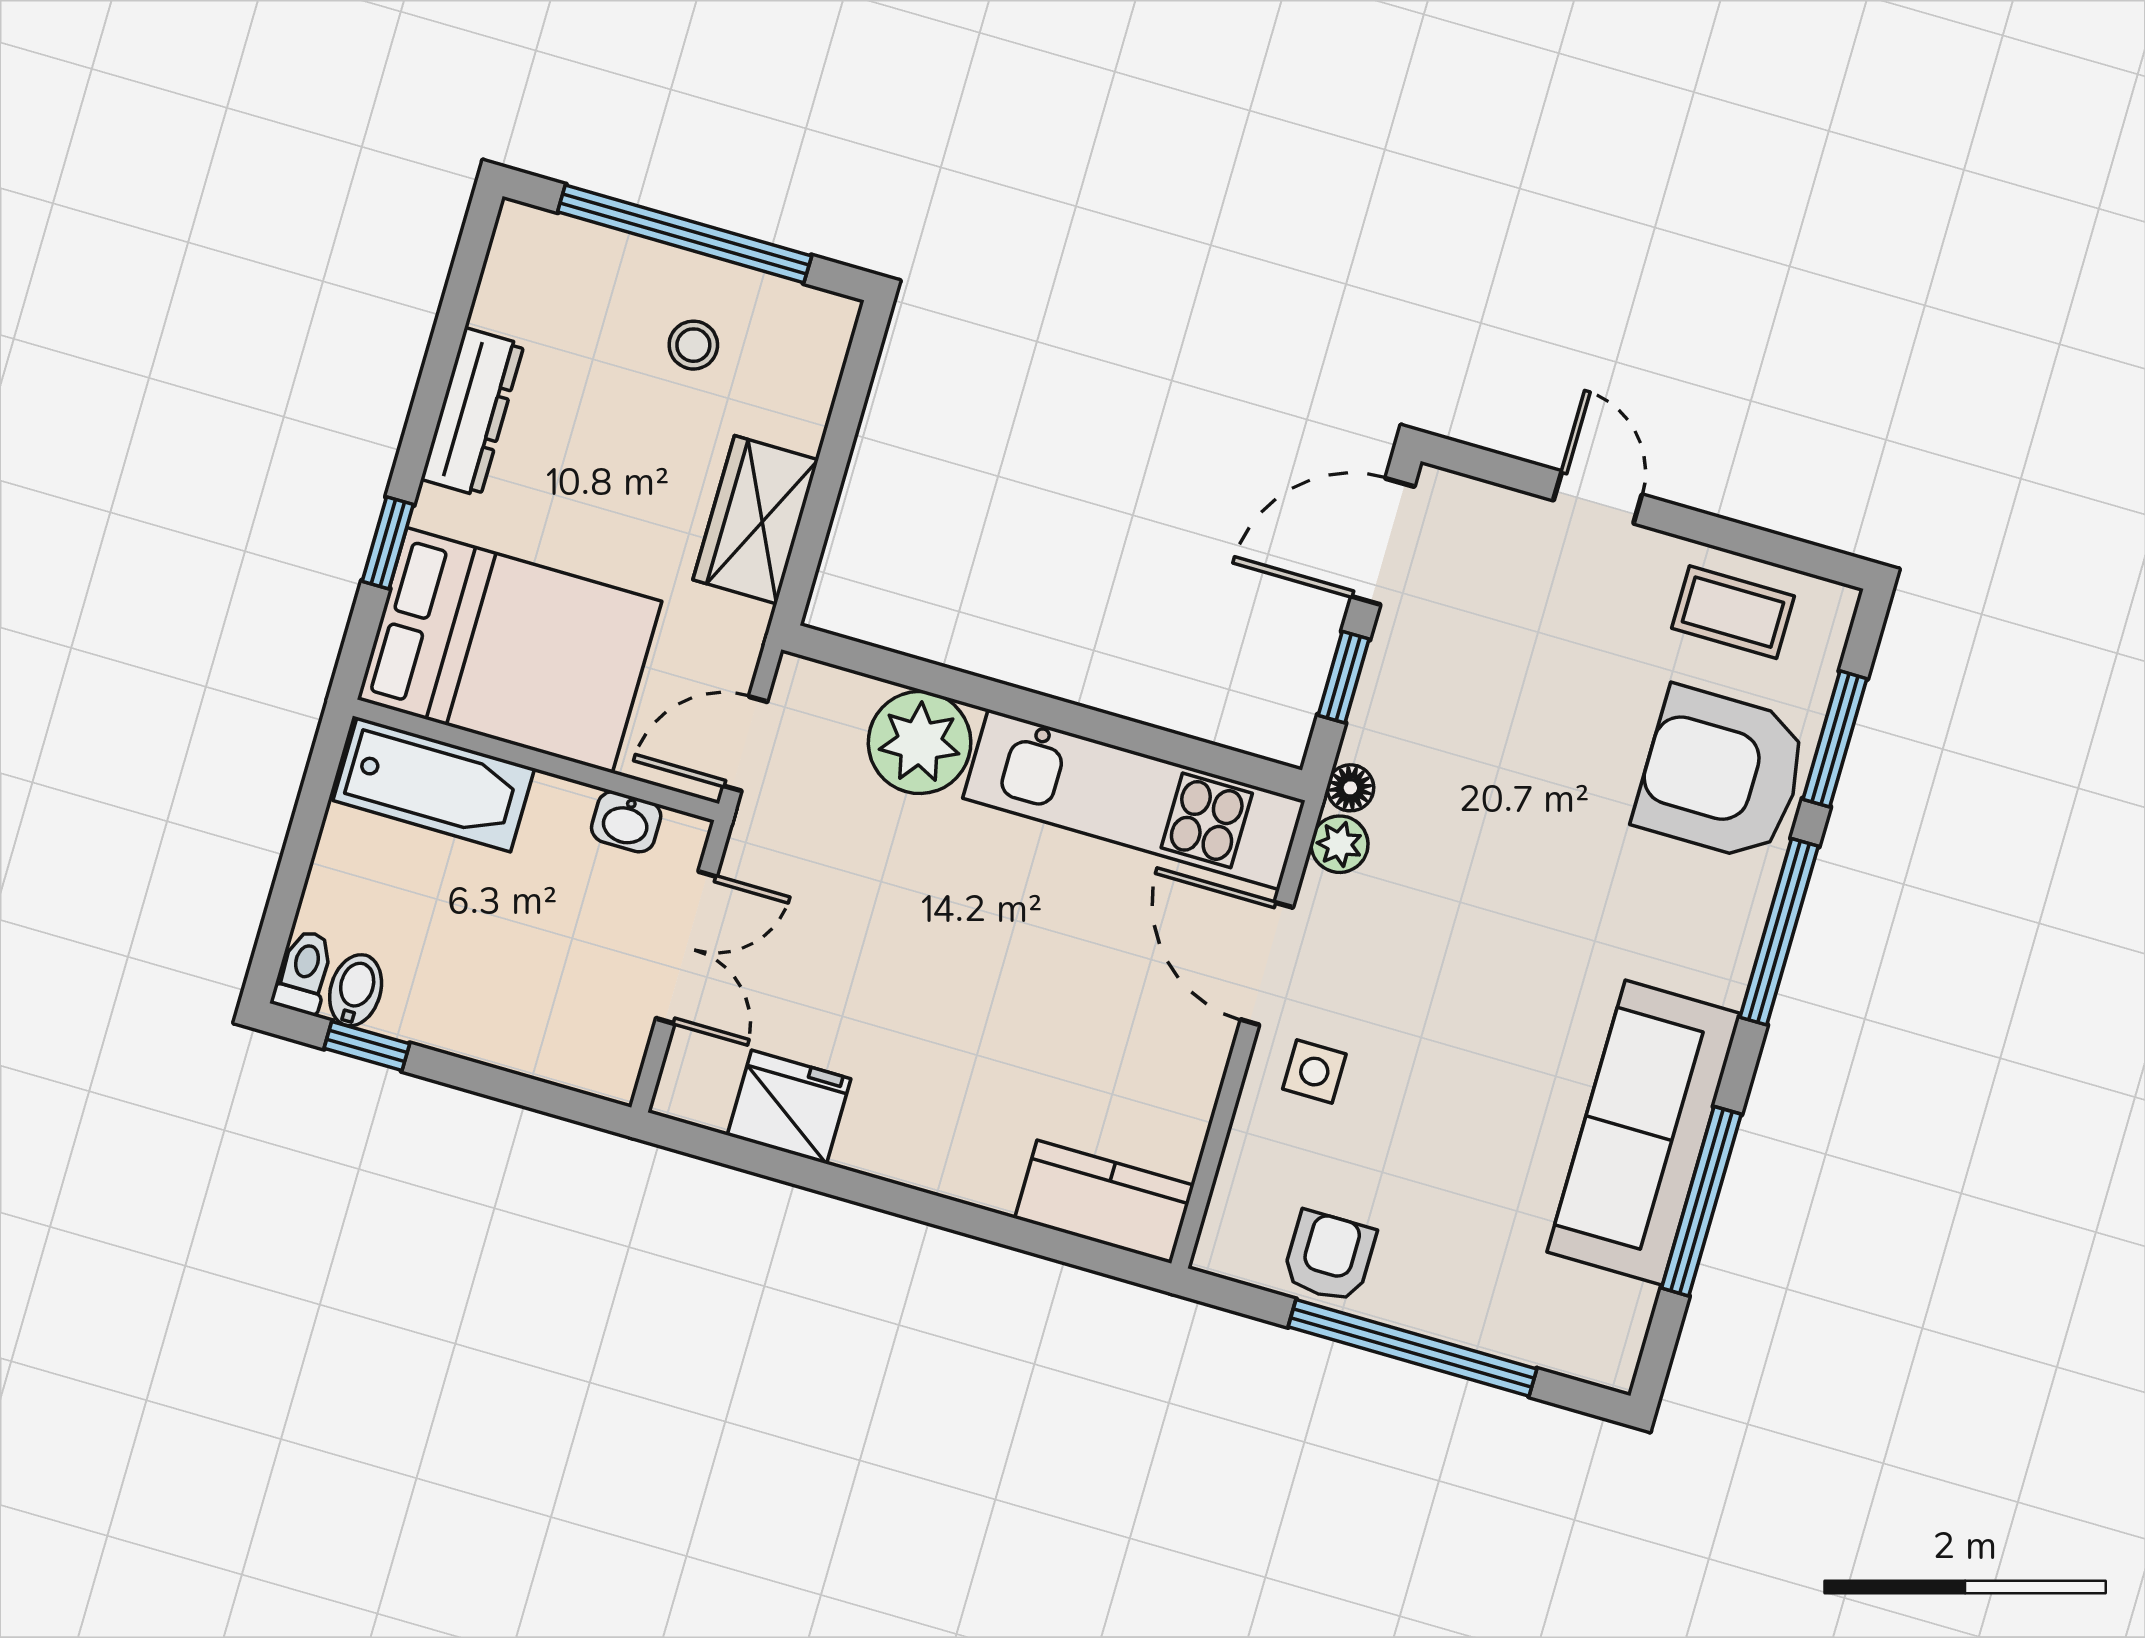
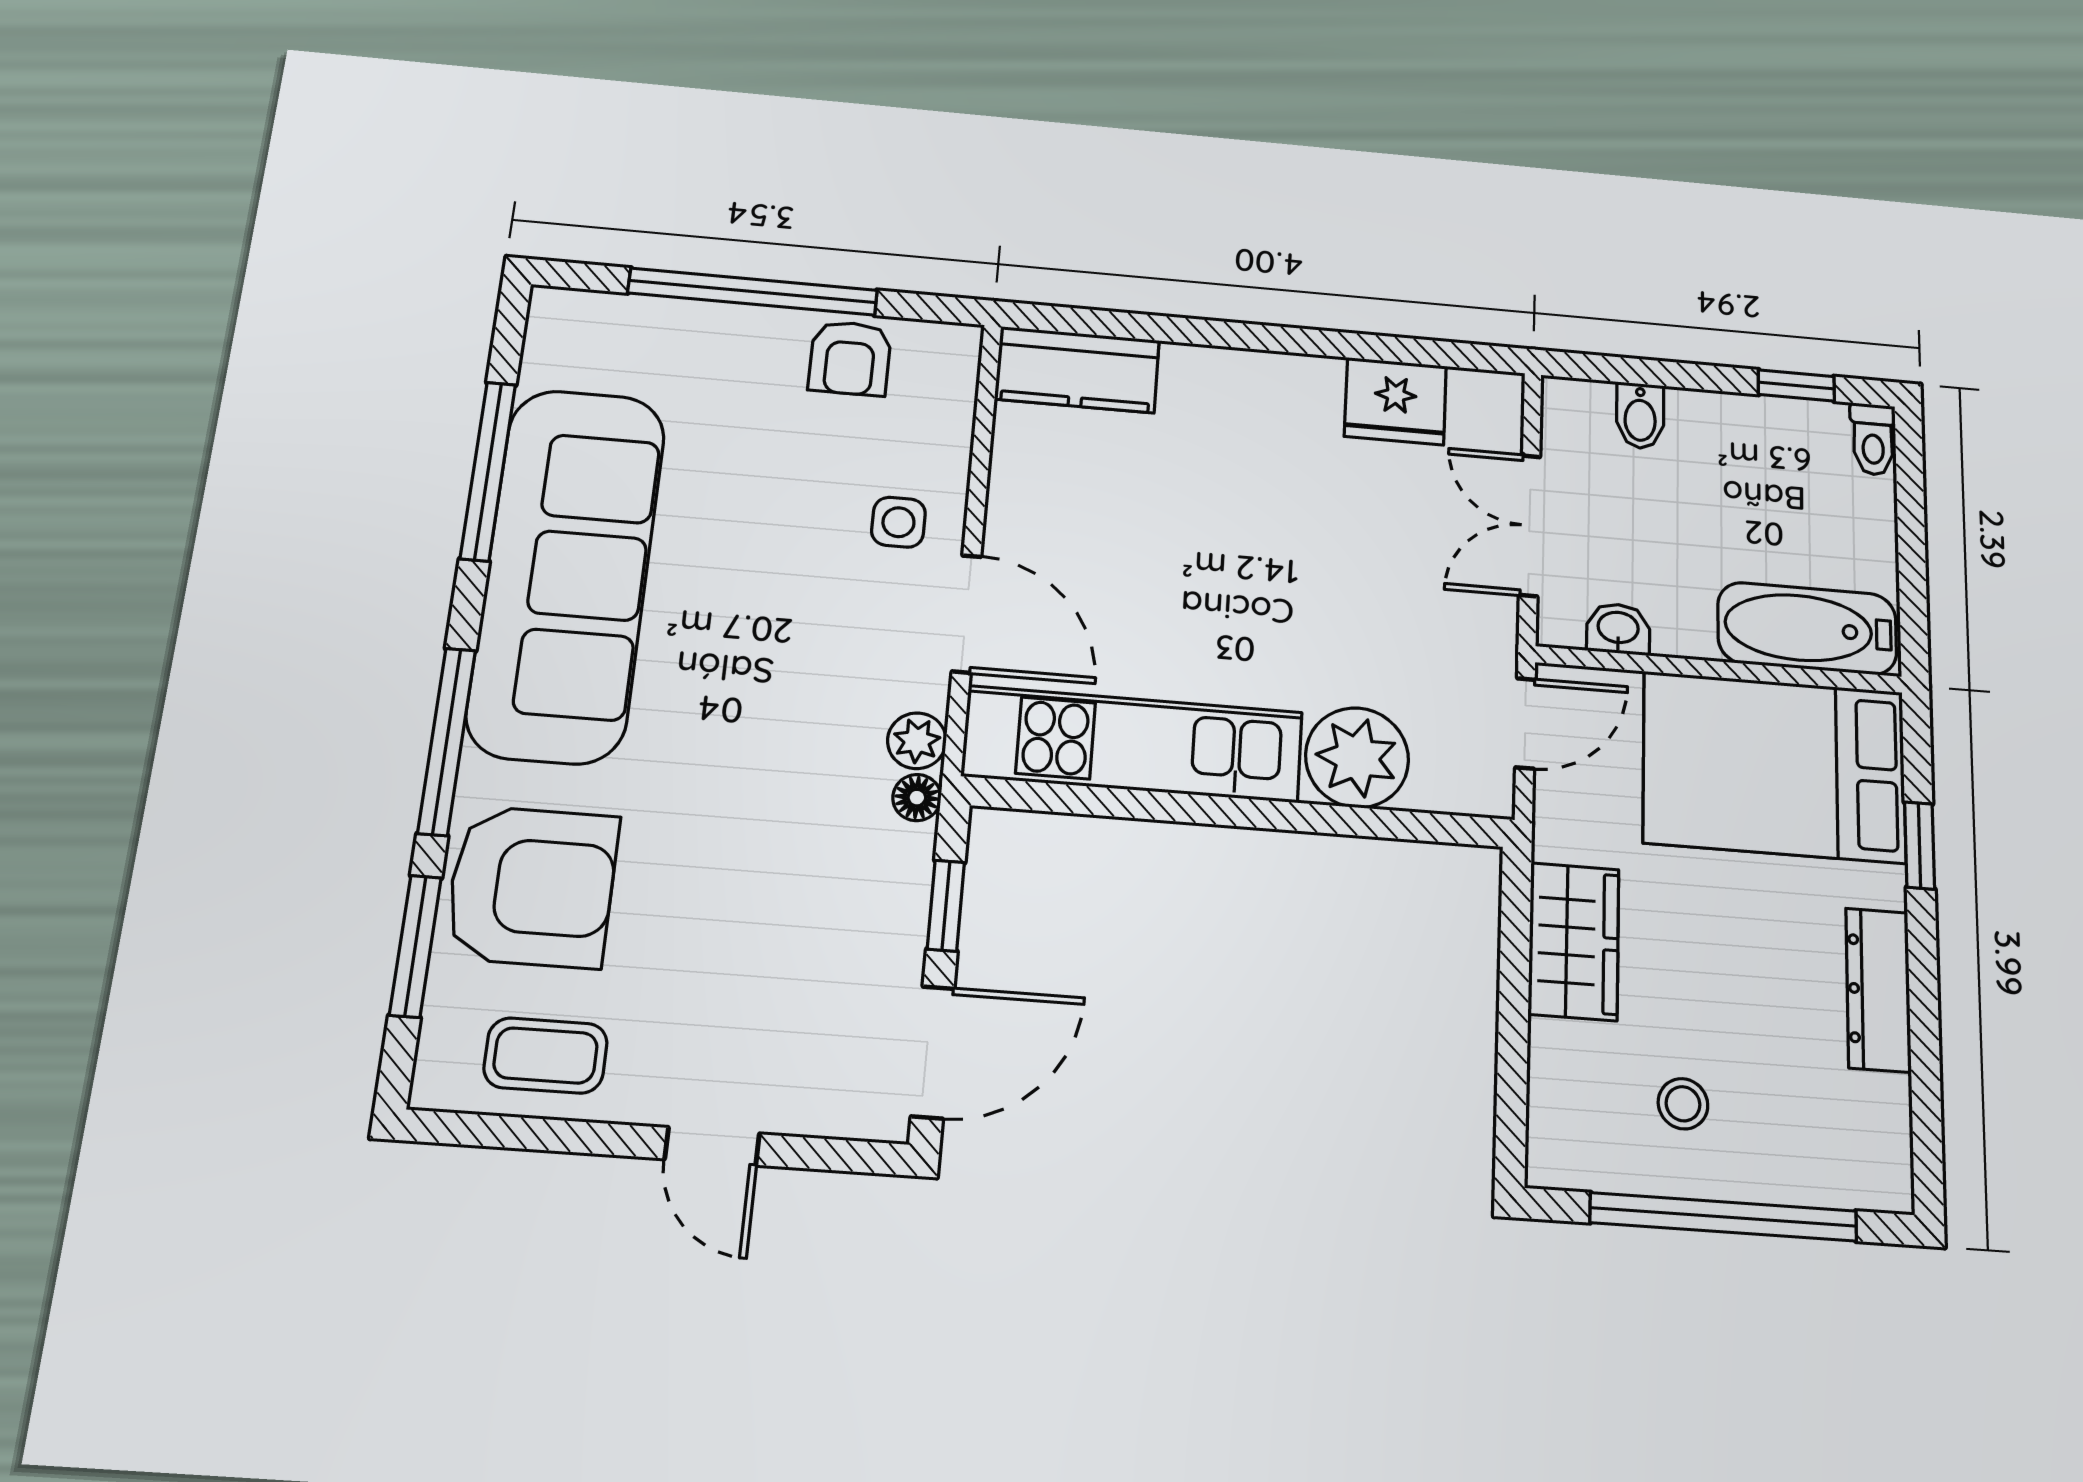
bidet: (356, 990) -> (1640, 416), moved
sofa: (1644, 1133) -> (567, 574), width x1.36, depth x1.27

